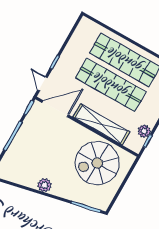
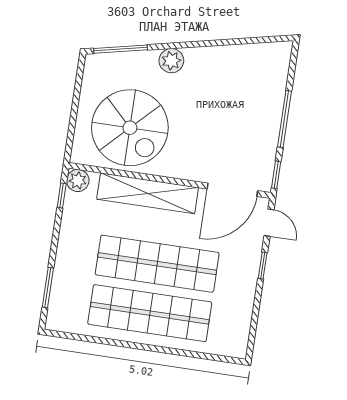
plant: (144, 131) -> (78, 181), moved
spiral stairs: (97, 163) -> (130, 128), turned 90
plant: (45, 185) -> (171, 61), moved

